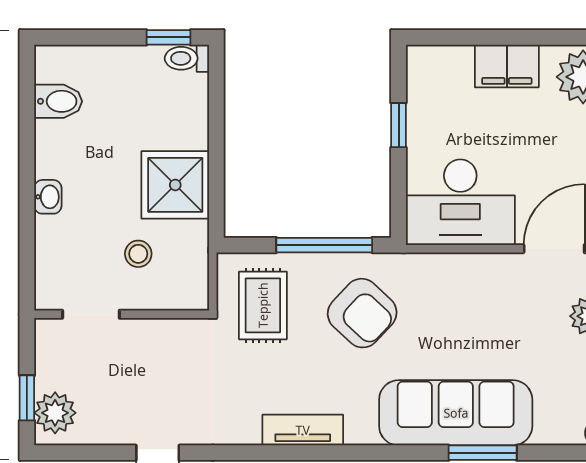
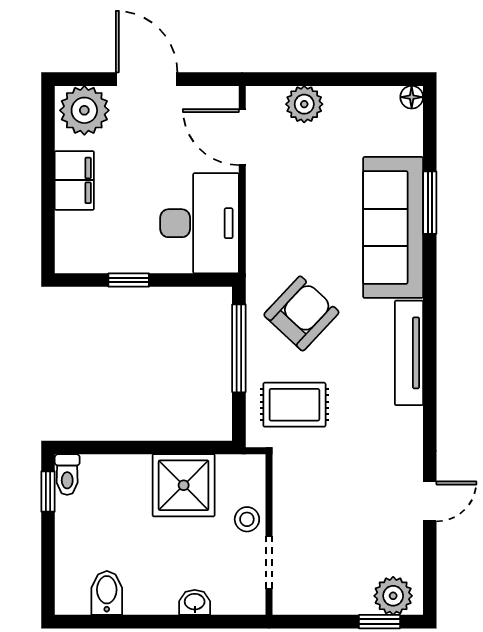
doorway: (91, 314) -> (269, 563), moved
wall: (122, 314) -> (269, 535), moved
tv unit: (303, 430) -> (409, 353), width x1.41

